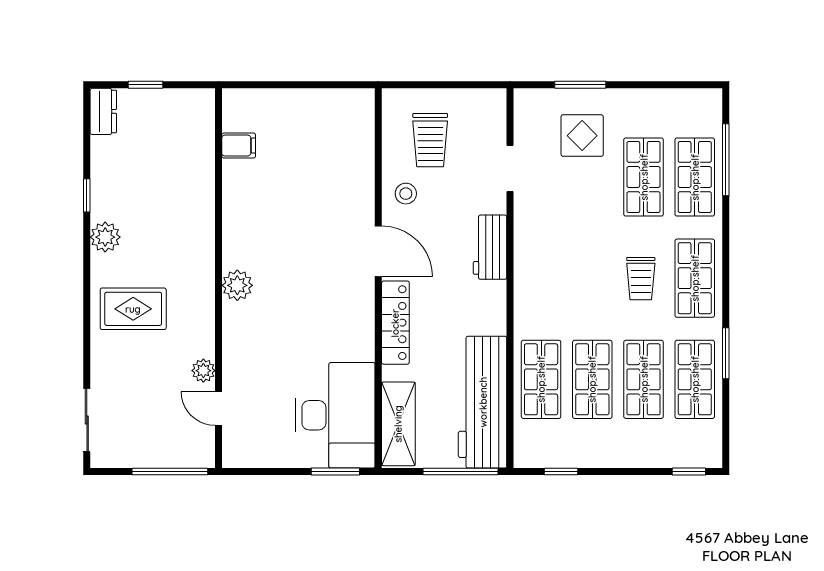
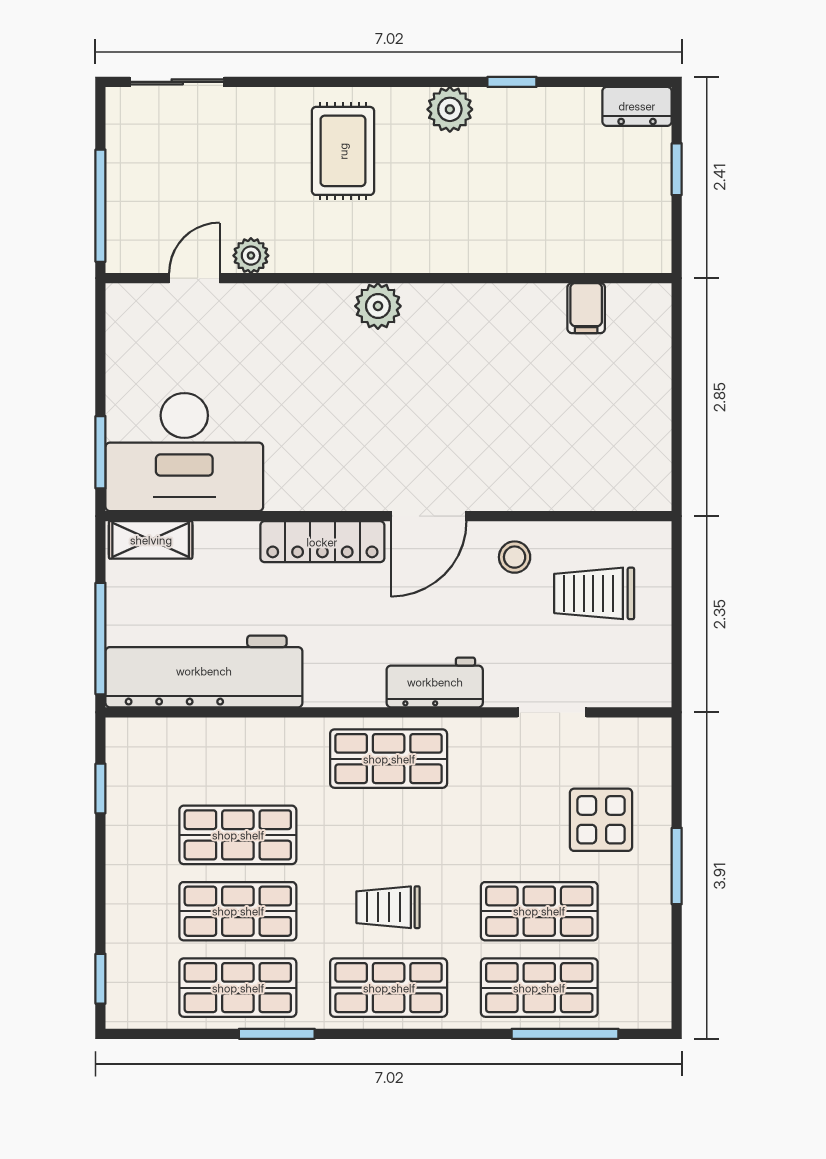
window: (580, 85) -> (677, 866), moved
shop shelf: (541, 379) -> (389, 759), moved
shelving: (398, 424) -> (151, 540), width x0.67, depth x0.75

